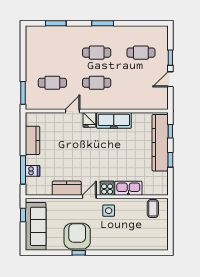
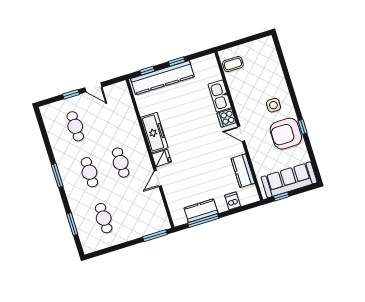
cafe table: (52, 83) -> (104, 218), moved
door: (72, 111) -> (158, 179), hinge flipped
window: (23, 170) -> (203, 221), moved
kitchen counter: (67, 188) -> (243, 171), moved
side table: (109, 211) -> (273, 105), moved

